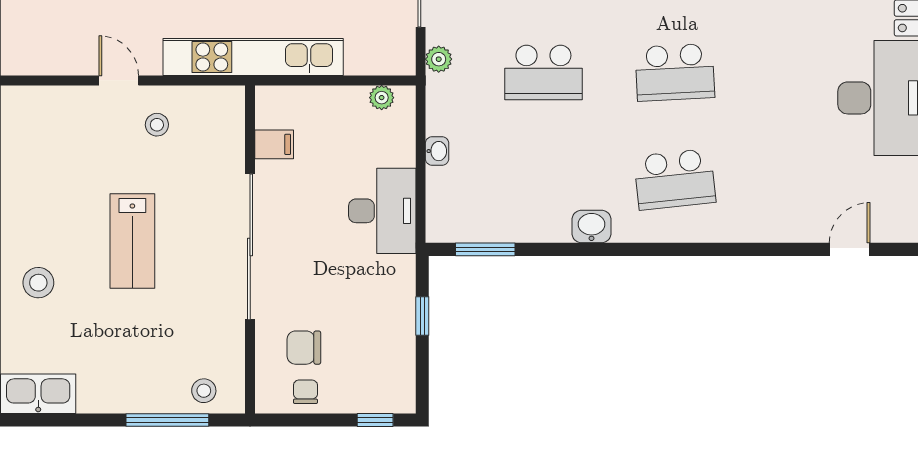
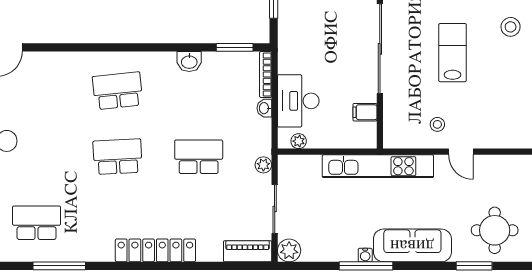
bookcase: (435, 206) -> (266, 75), added
desk: (382, 211) -> (298, 101), moved
washbasin: (592, 227) -> (189, 62), moved

